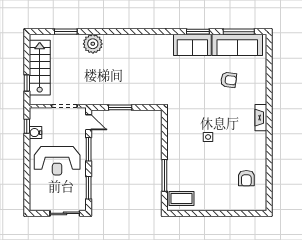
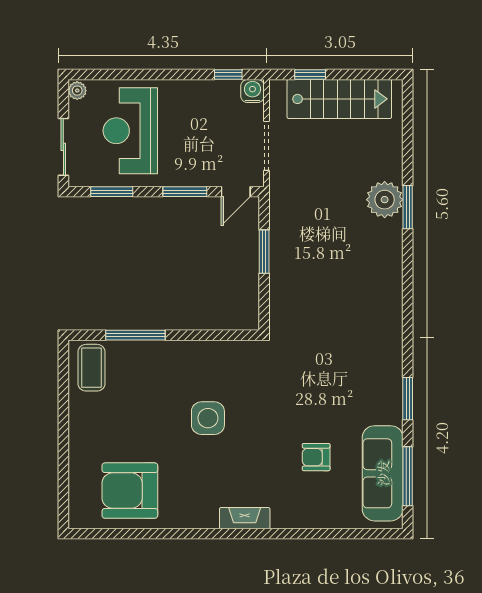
window: (66, 32) -> (408, 207), moved
sofa: (192, 45) -> (382, 388), removed
armchair: (229, 80) -> (316, 457), turned 83
water cooler: (35, 133) -> (252, 91), moved
side table: (208, 137) -> (208, 418), width x1.87, depth x1.87
reception desk: (57, 161) -> (130, 131), moved
armchair: (246, 178) -> (130, 491), width x1.88, depth x1.88
plant: (35, 206) -> (77, 91), added

